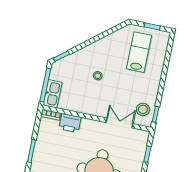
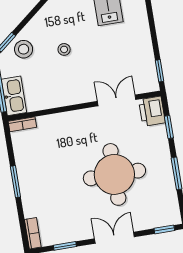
stool: (143, 109) -> (24, 49), moved
printer: (70, 123) -> (152, 111), moved, turned 90

